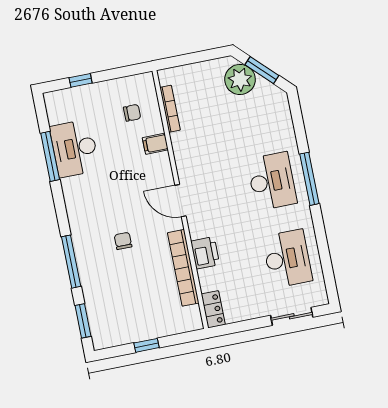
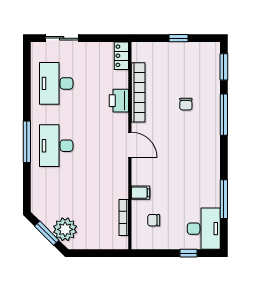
desk: (75, 148) -> (204, 229), moved
chair: (123, 241) -> (186, 104), moved

